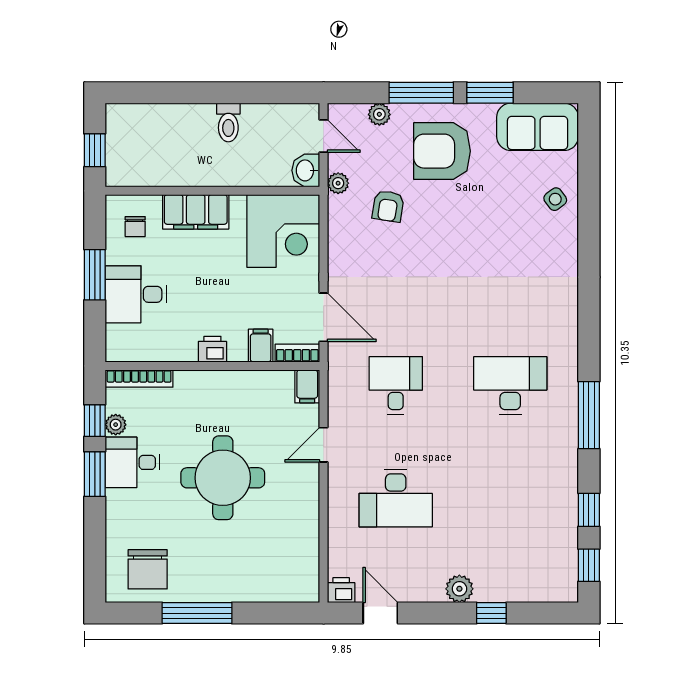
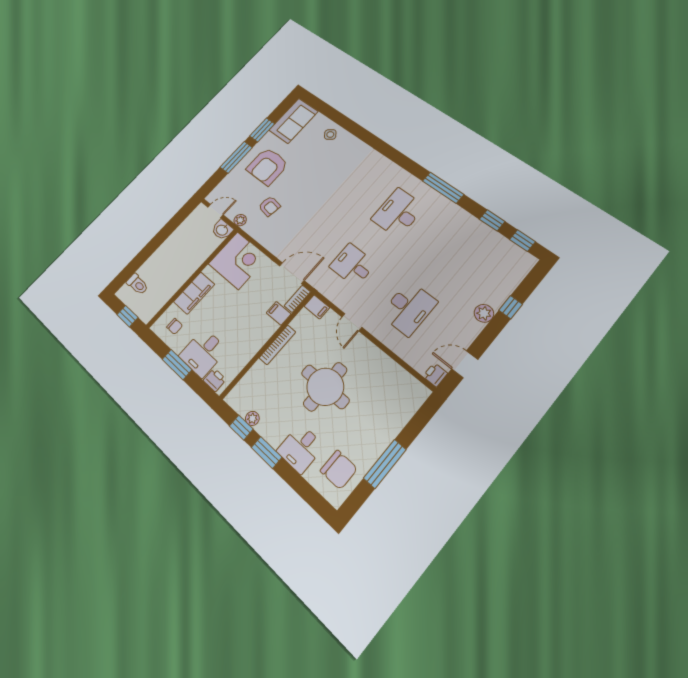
plant: (379, 114) -> (229, 181), removed
toilet: (228, 123) -> (137, 284), moved
printer: (212, 349) -> (215, 380), moved, turned 90
bookcase: (139, 379) -> (277, 345), moved
desk: (133, 462) -> (301, 448), moved

